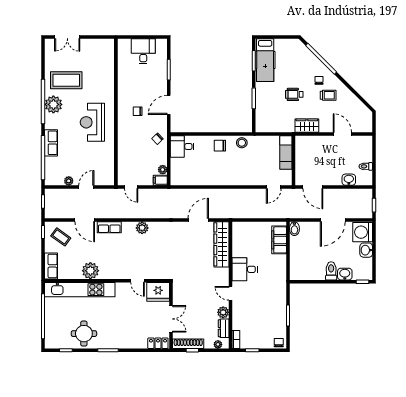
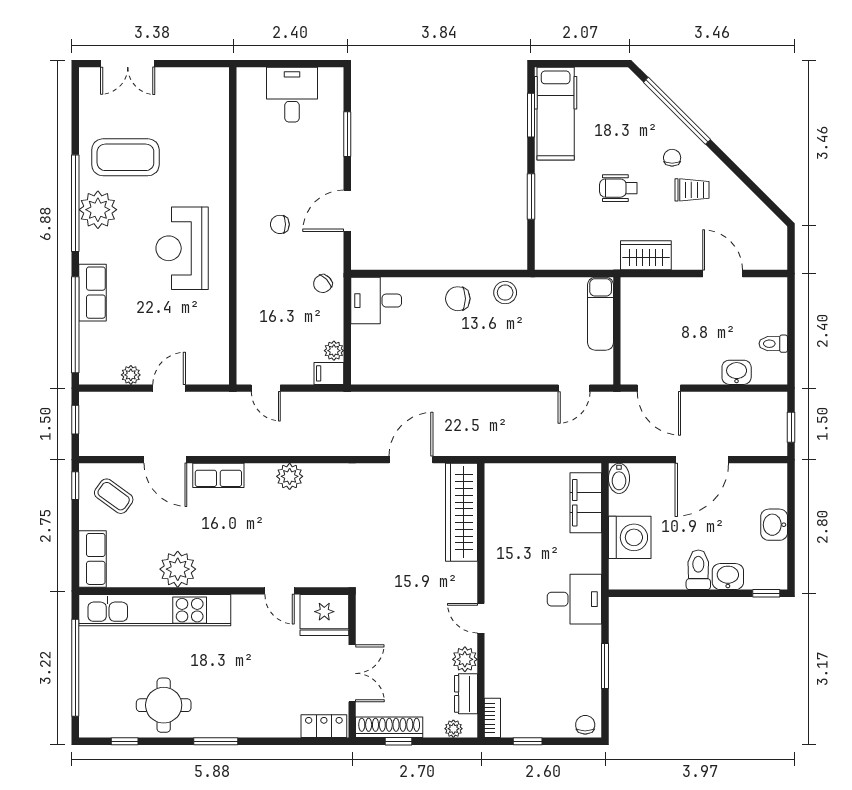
washing machine: (363, 232) -> (630, 537), moved, turned 180
desk: (245, 269) -> (574, 599), moved, turned 180

